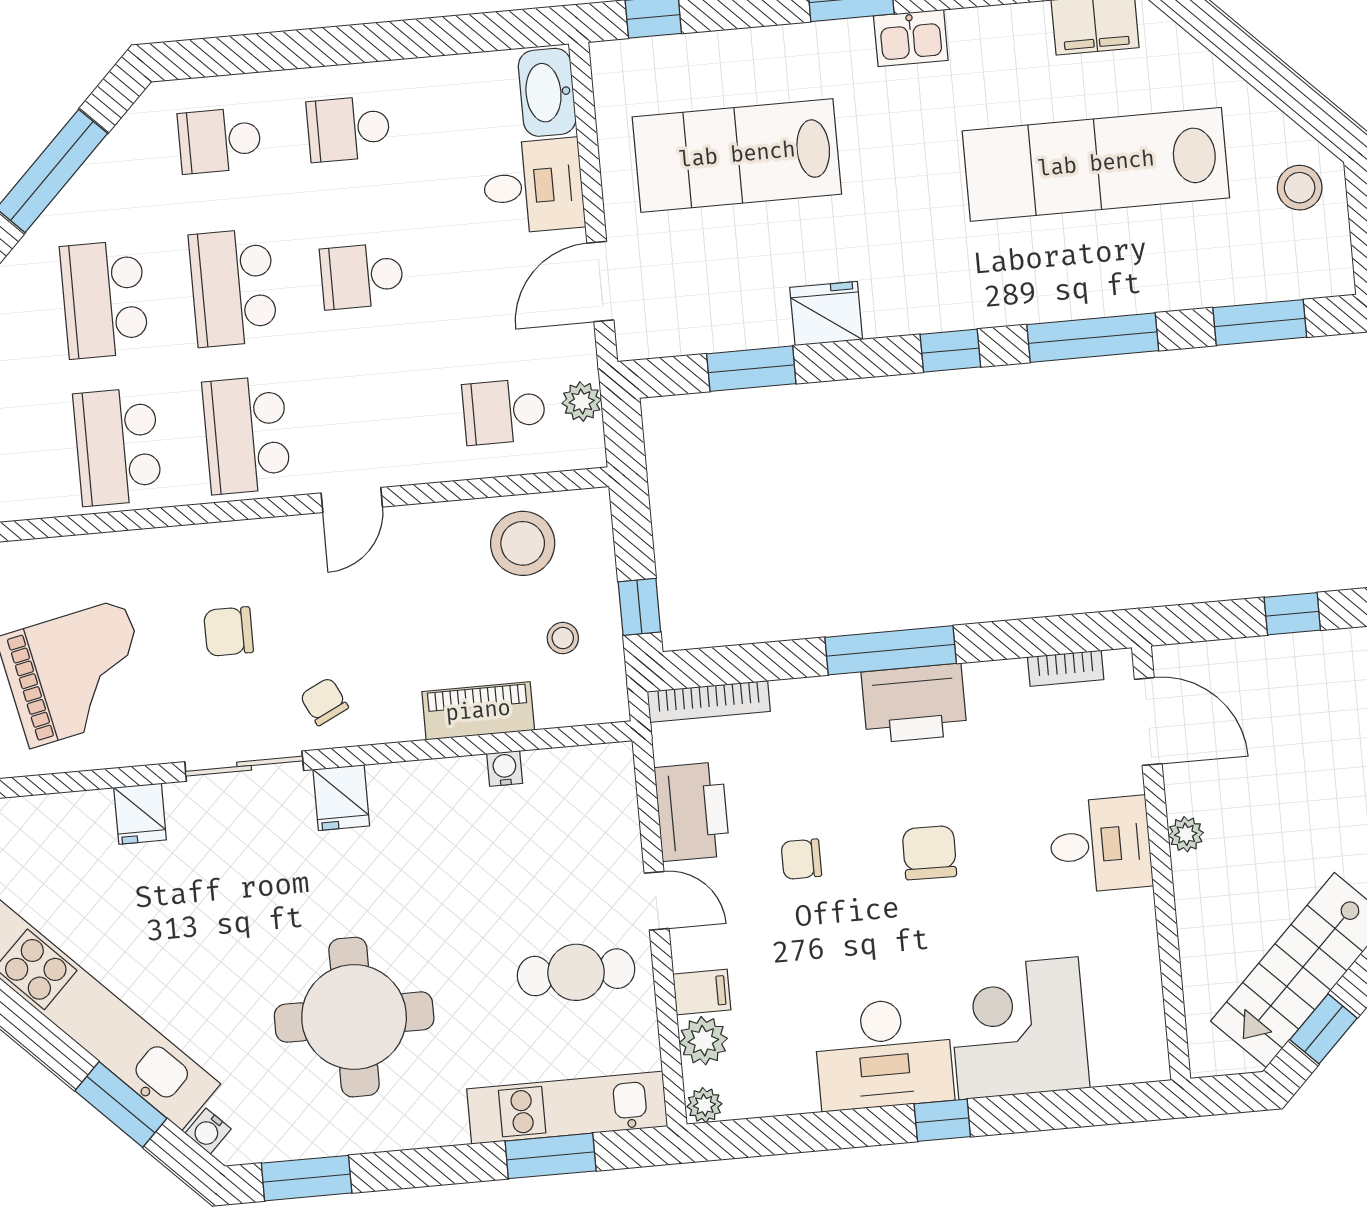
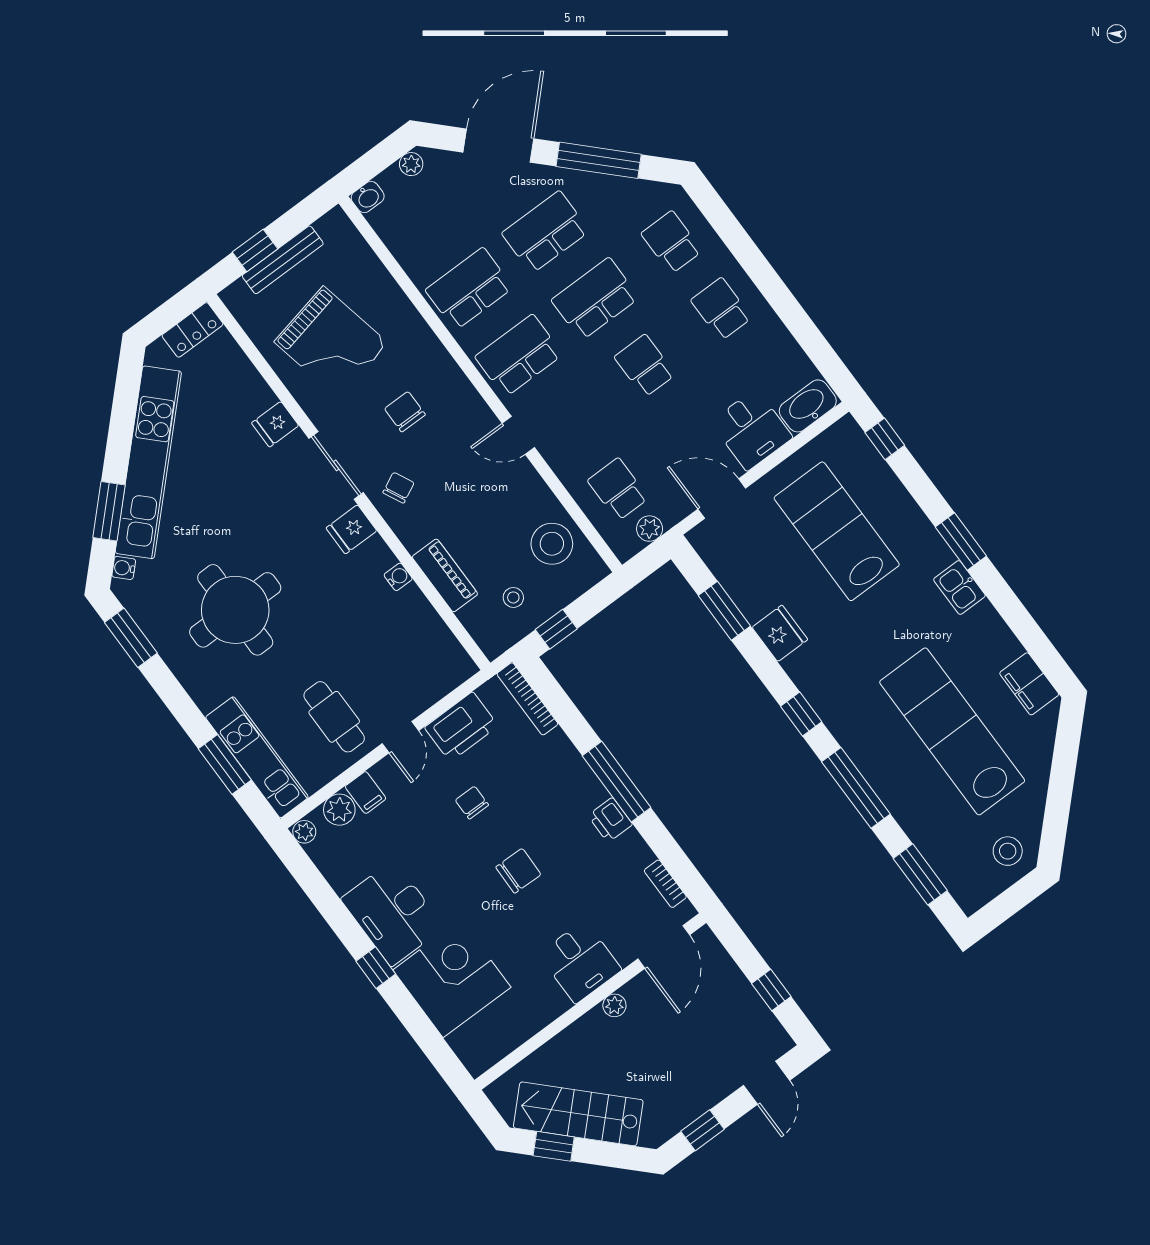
printer: (914, 703) -> (610, 820), width x0.53, depth x0.68
water cooler: (505, 768) -> (398, 577), moved

